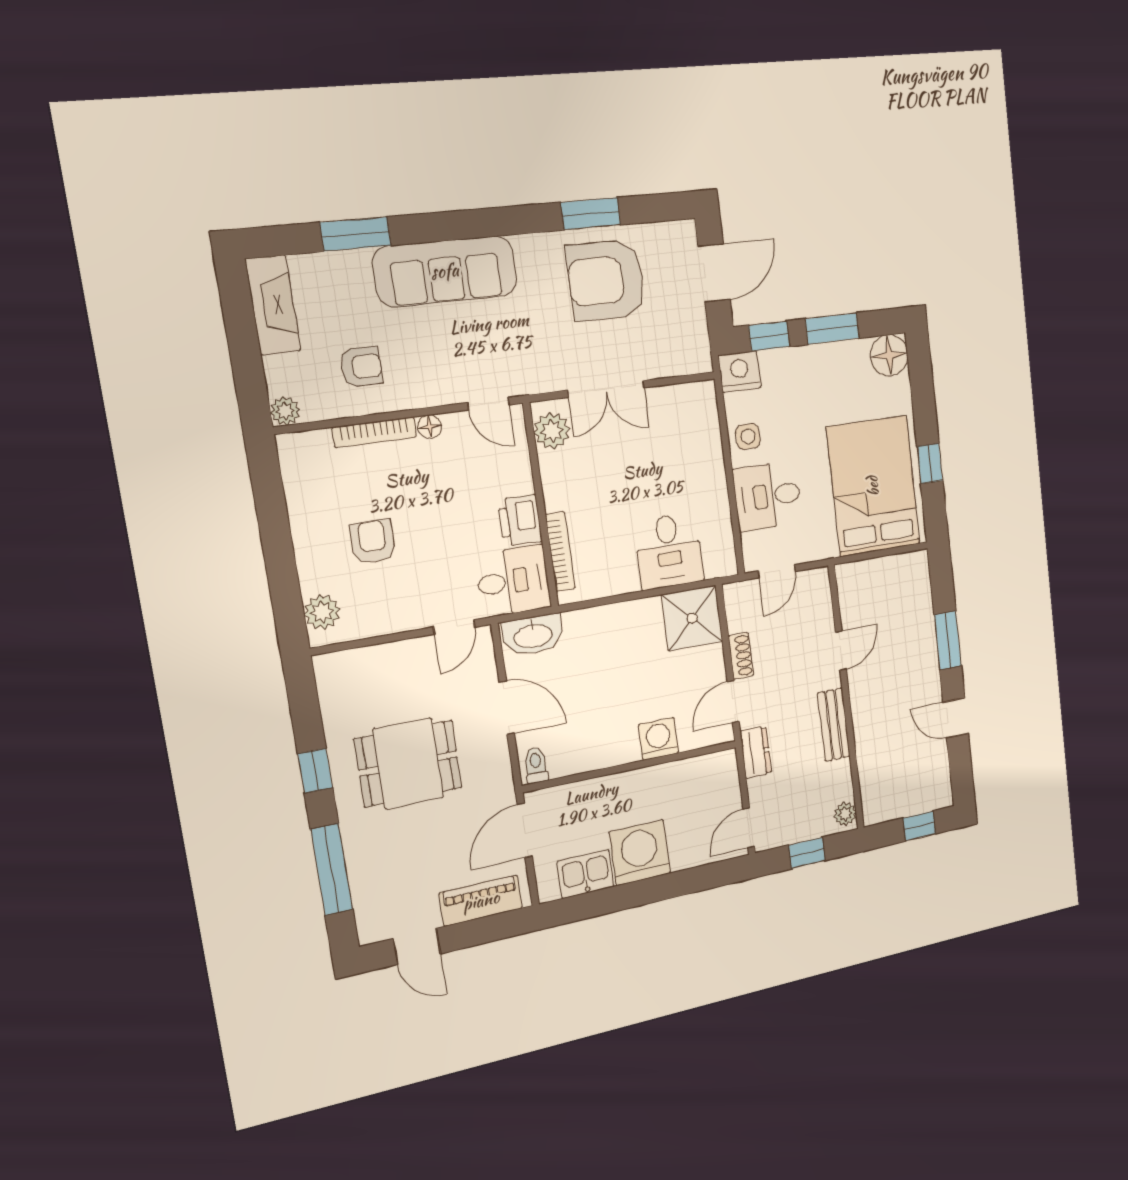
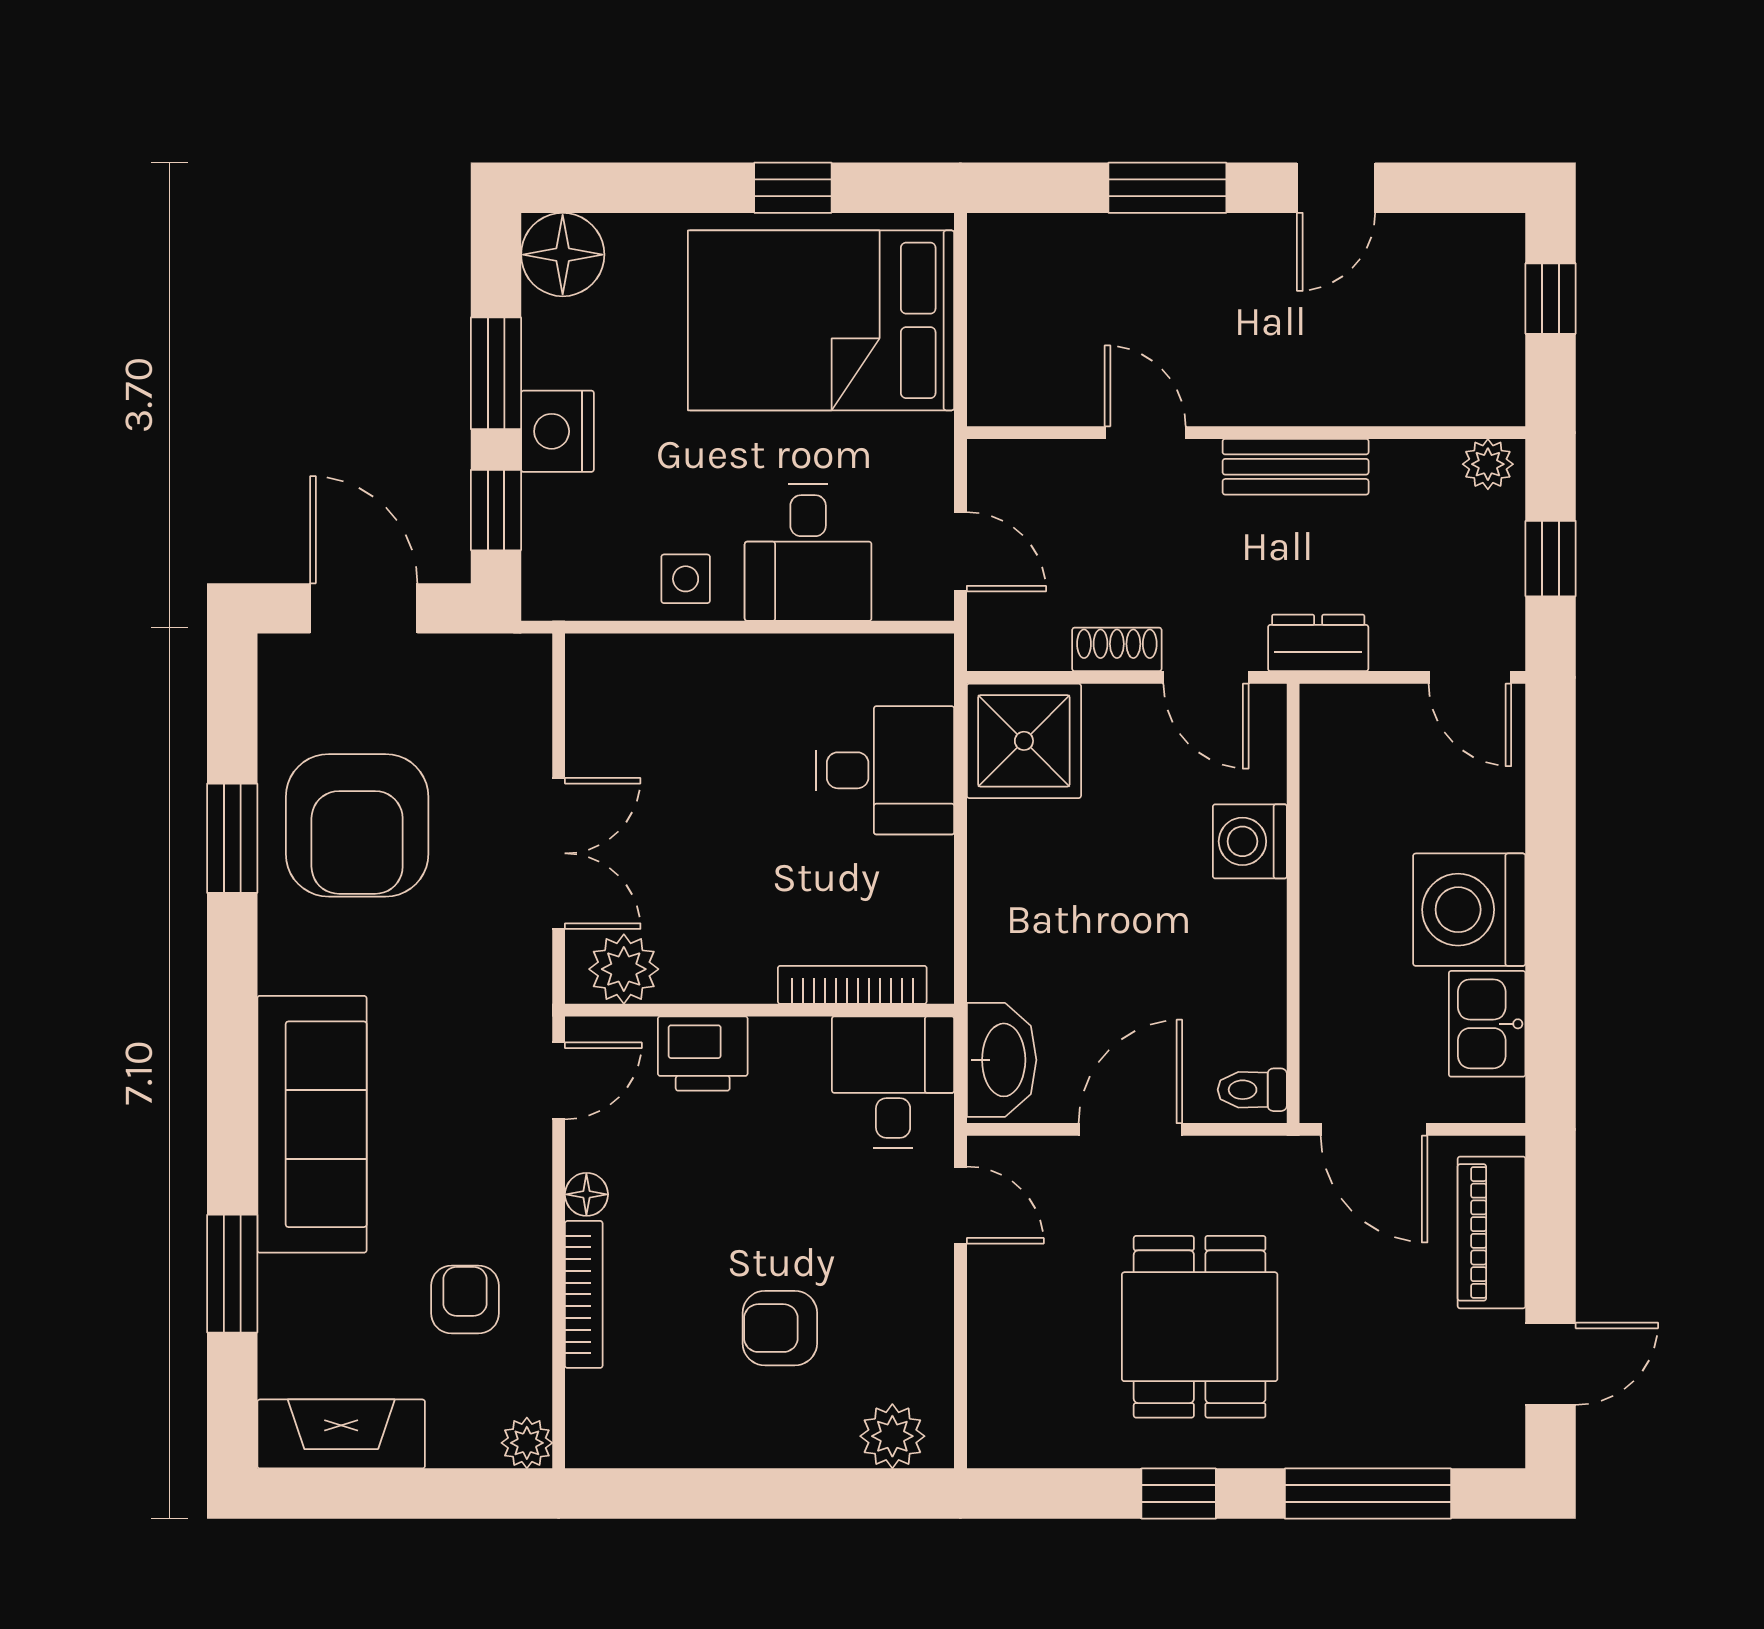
nightstand: (740, 372) -> (557, 431), moved
printer: (520, 521) -> (703, 1054), moved

